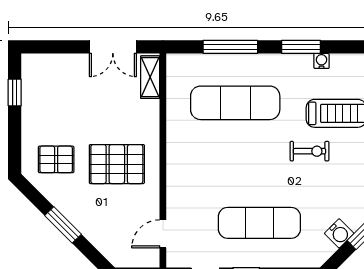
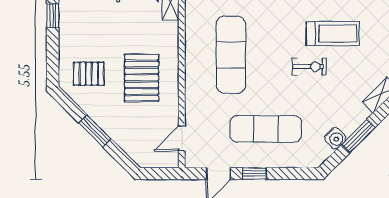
exercise mat: (235, 103) -> (231, 55), moved, turned 90
pallet: (117, 164) -> (142, 78), turned 90

